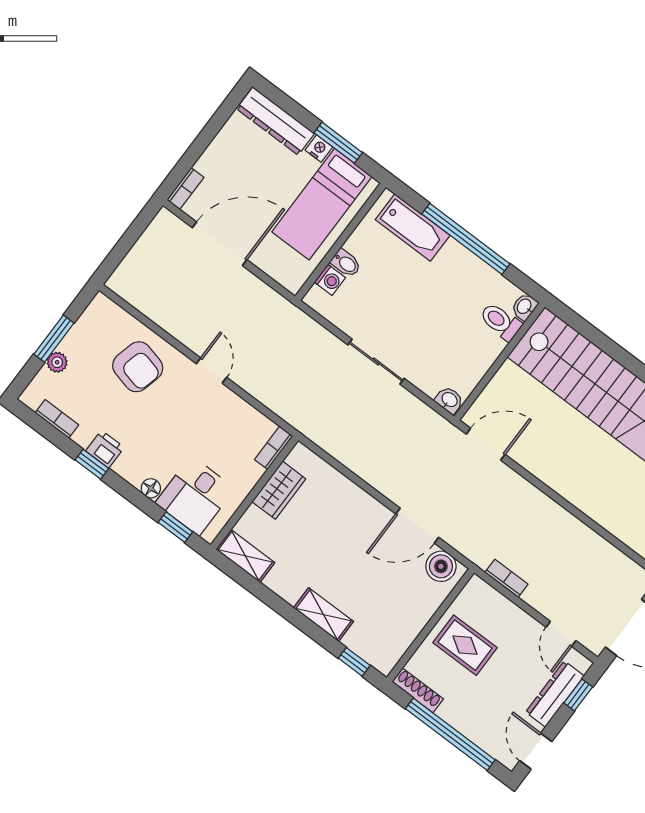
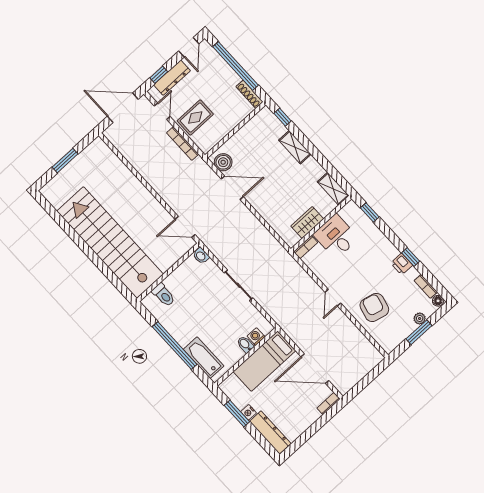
bed: (322, 204) -> (264, 361), moved, turned 180
washbasin: (525, 307) -> (148, 301), removed
floor lamp: (151, 488) -> (438, 301), moved
desk: (195, 496) -> (336, 236), moved, turned -90
bookcase: (506, 578) -> (183, 144), width x1.56
rug: (465, 645) -> (195, 118), moved, turned 90

